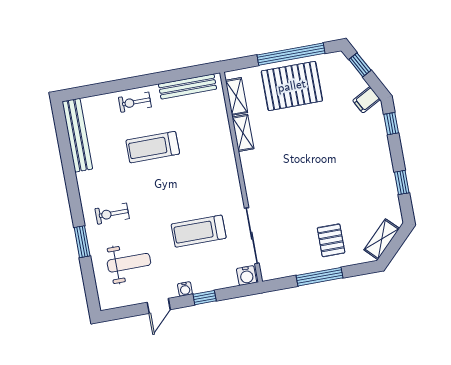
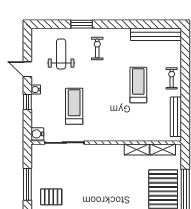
weight bench: (129, 263) -> (61, 54), turned 180

